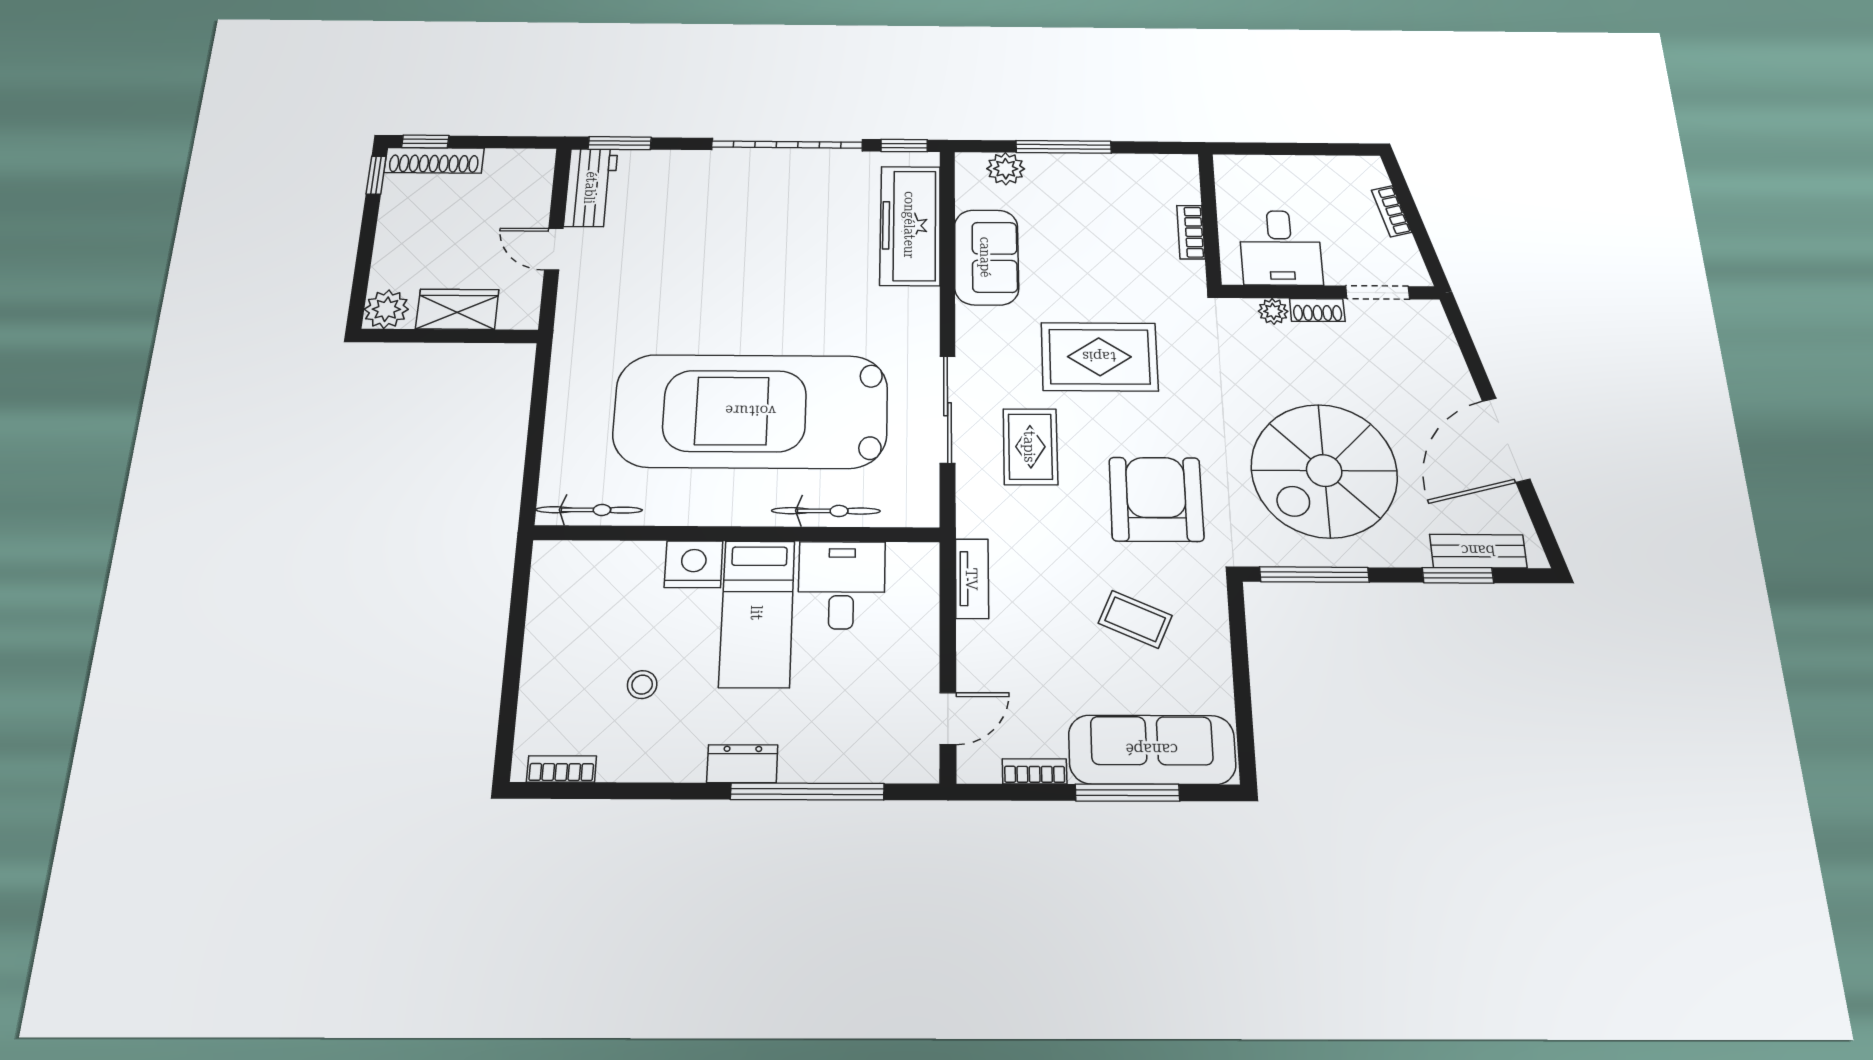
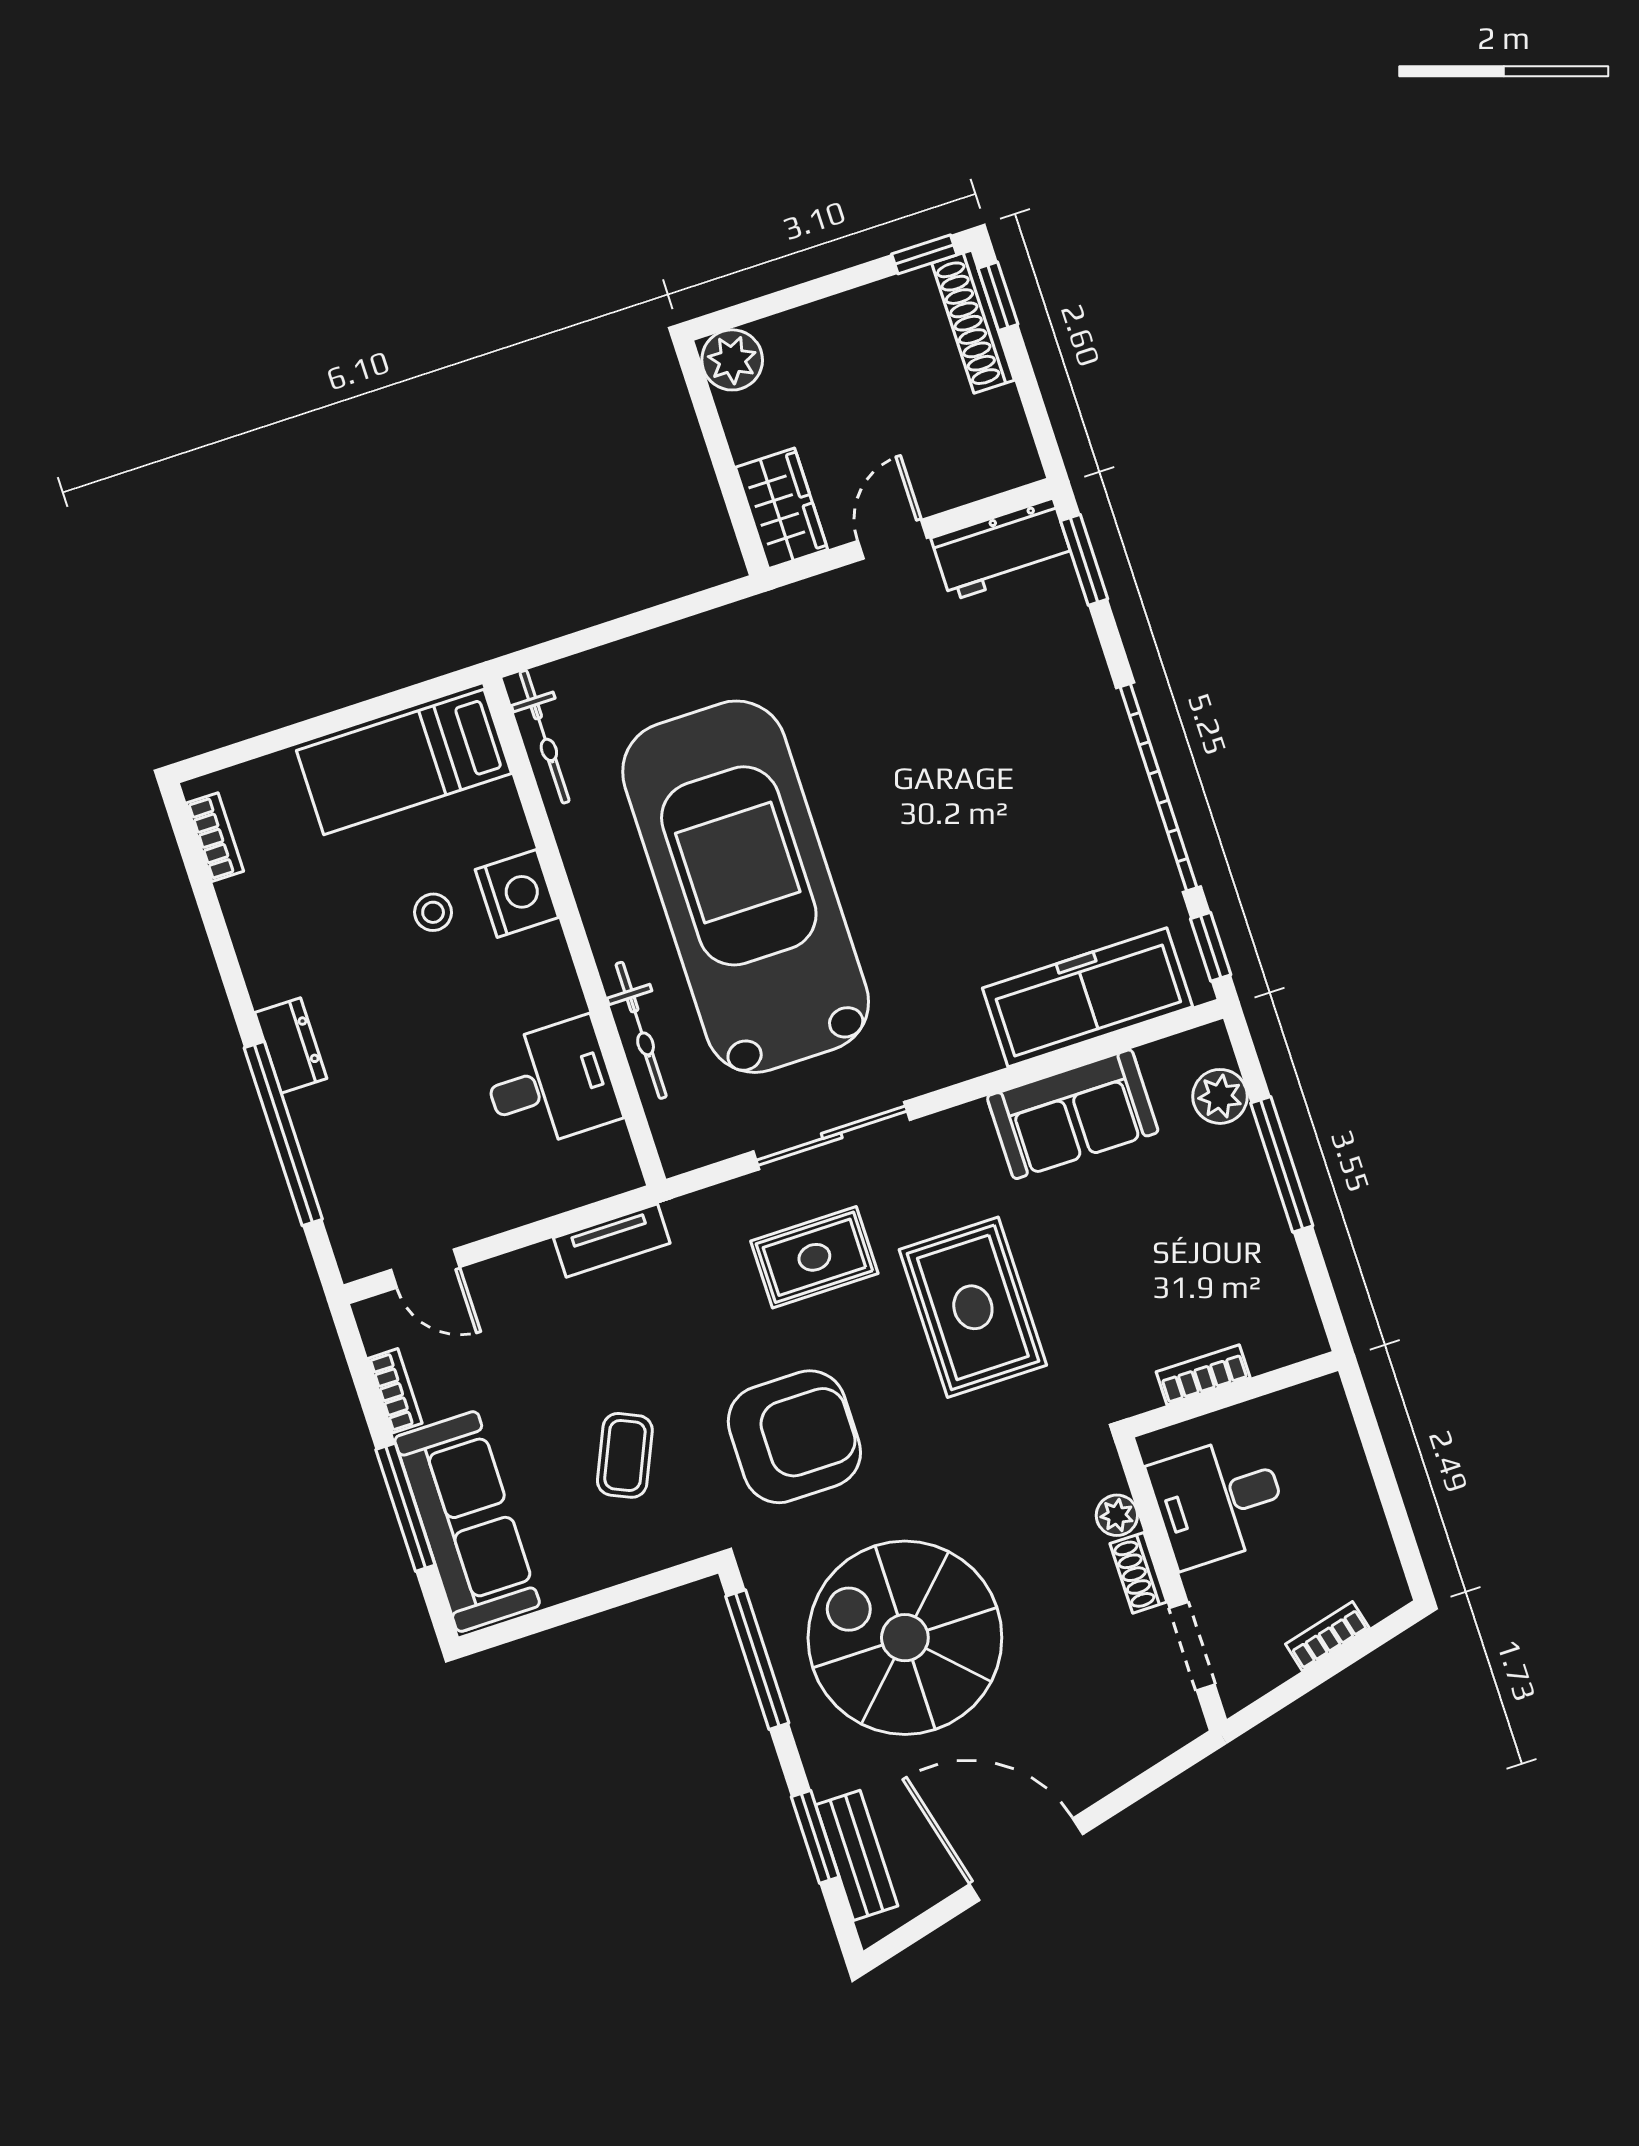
wardrobe: (457, 309) -> (781, 508), moved
bed: (757, 613) -> (404, 762), moved
stool: (642, 685) -> (433, 912), moved

